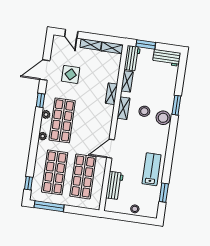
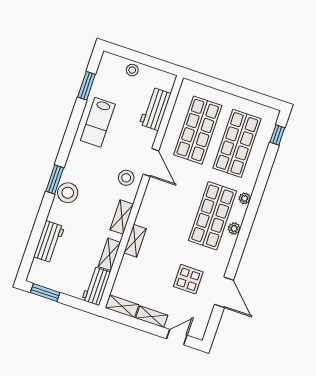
door: (71, 34) -> (177, 337), hinge flipped
window: (146, 45) -> (45, 293), moved
workbench: (167, 58) -> (49, 242), moved, turned 90
door: (45, 70) -> (224, 292), hinge flipped
window: (40, 100) -> (238, 250), removed
window: (176, 105) -> (55, 180), moved
stool: (144, 111) -> (126, 178), moved
door: (111, 149) -> (151, 162), hinge flipped
window: (49, 206) -> (254, 96), removed

